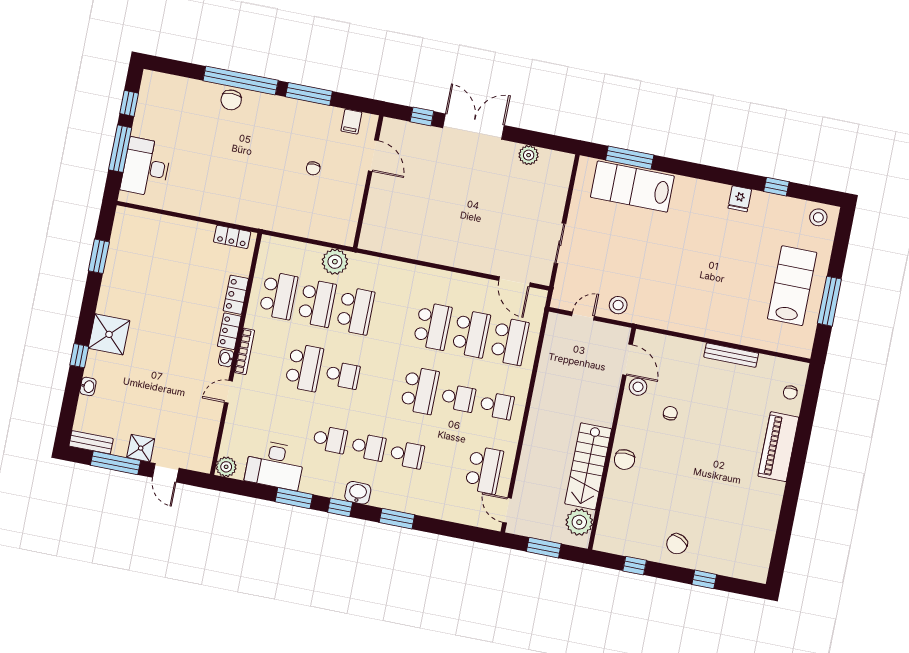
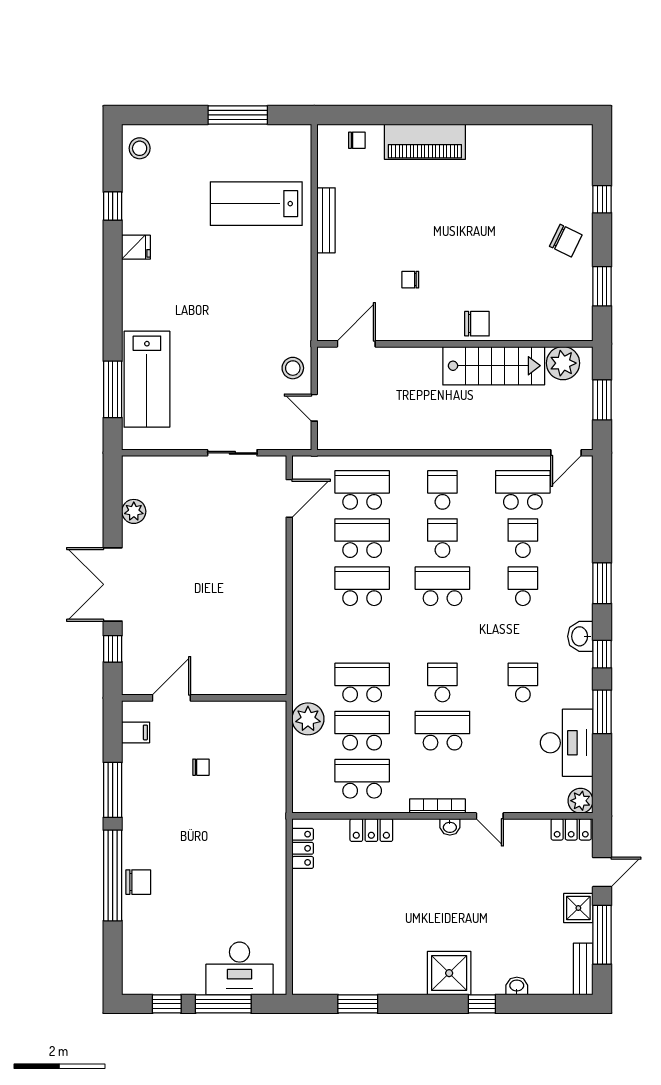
lab bench: (792, 286) -> (256, 204), moved
locker: (229, 331) -> (571, 829), moved
stool: (638, 387) -> (386, 325), removed
school desk: (369, 447) -> (523, 538), moved
window: (635, 566) -> (602, 286), width x1.50

